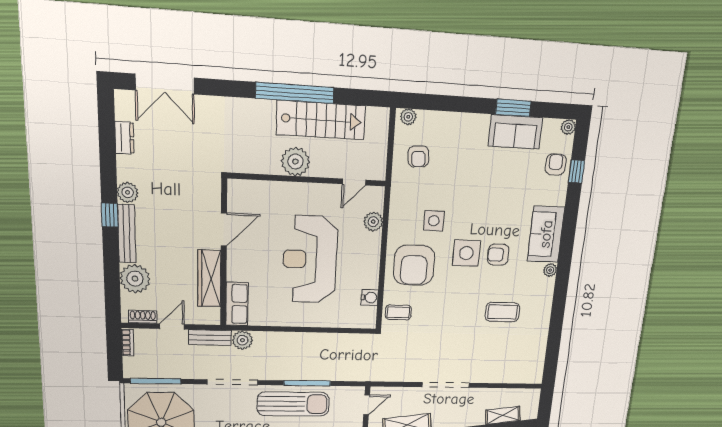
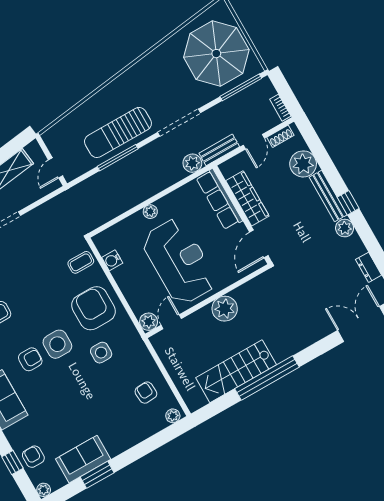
plant: (295, 162) -> (225, 309), moved
armchair: (556, 164) -> (33, 457), turned 180
wall: (307, 180) -> (208, 301), moved
door: (354, 182) -> (171, 322), moved
row of seats: (237, 304) -> (219, 199), width x1.48
plant: (308, 320) -> (150, 212), added

